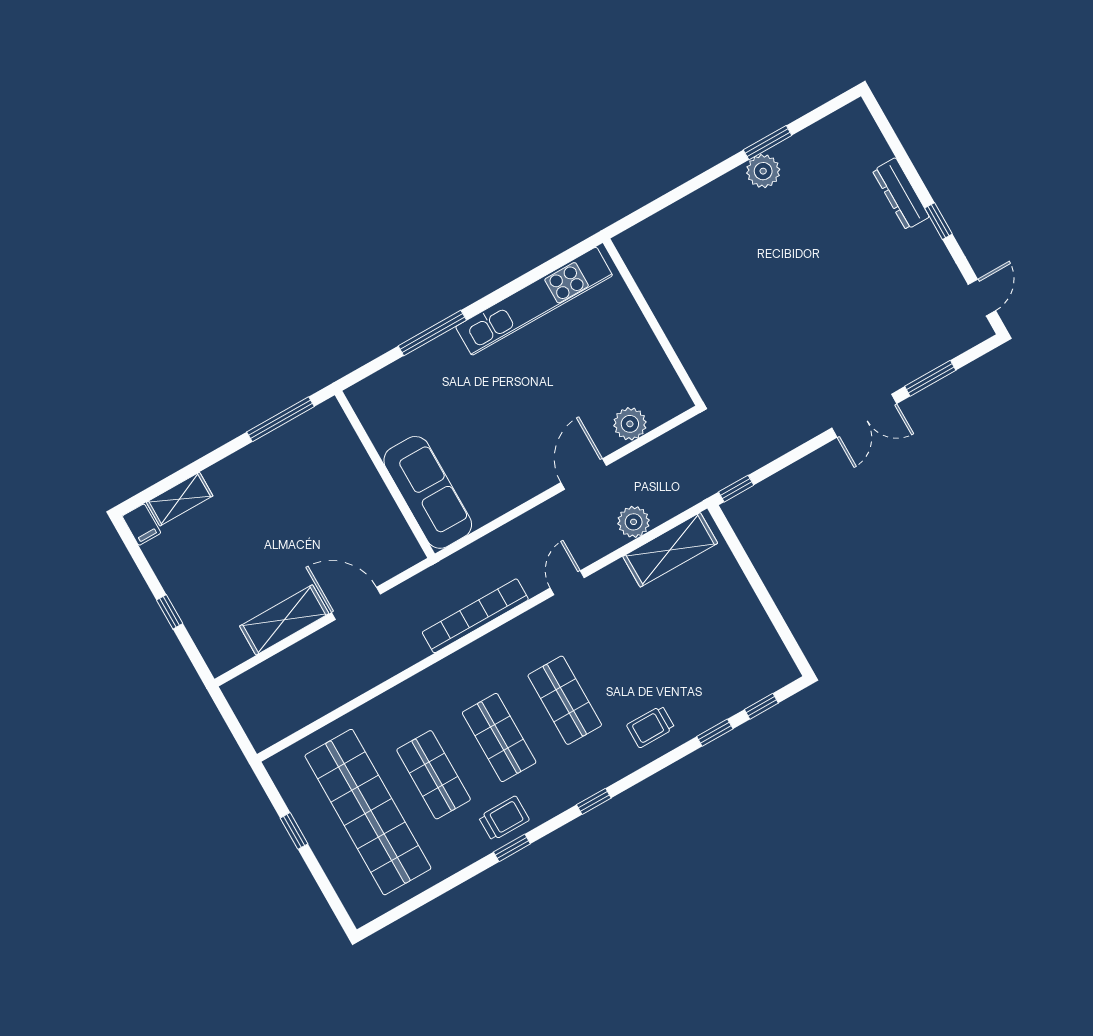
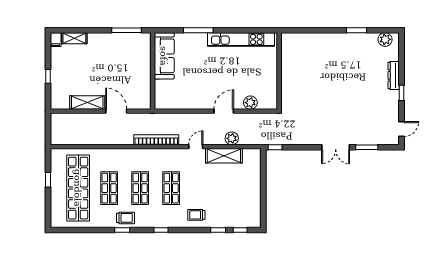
plant: (763, 171) -> (385, 39), moved
sofa: (428, 492) -> (164, 56), moved
shelving: (670, 550) -> (224, 156), moved

